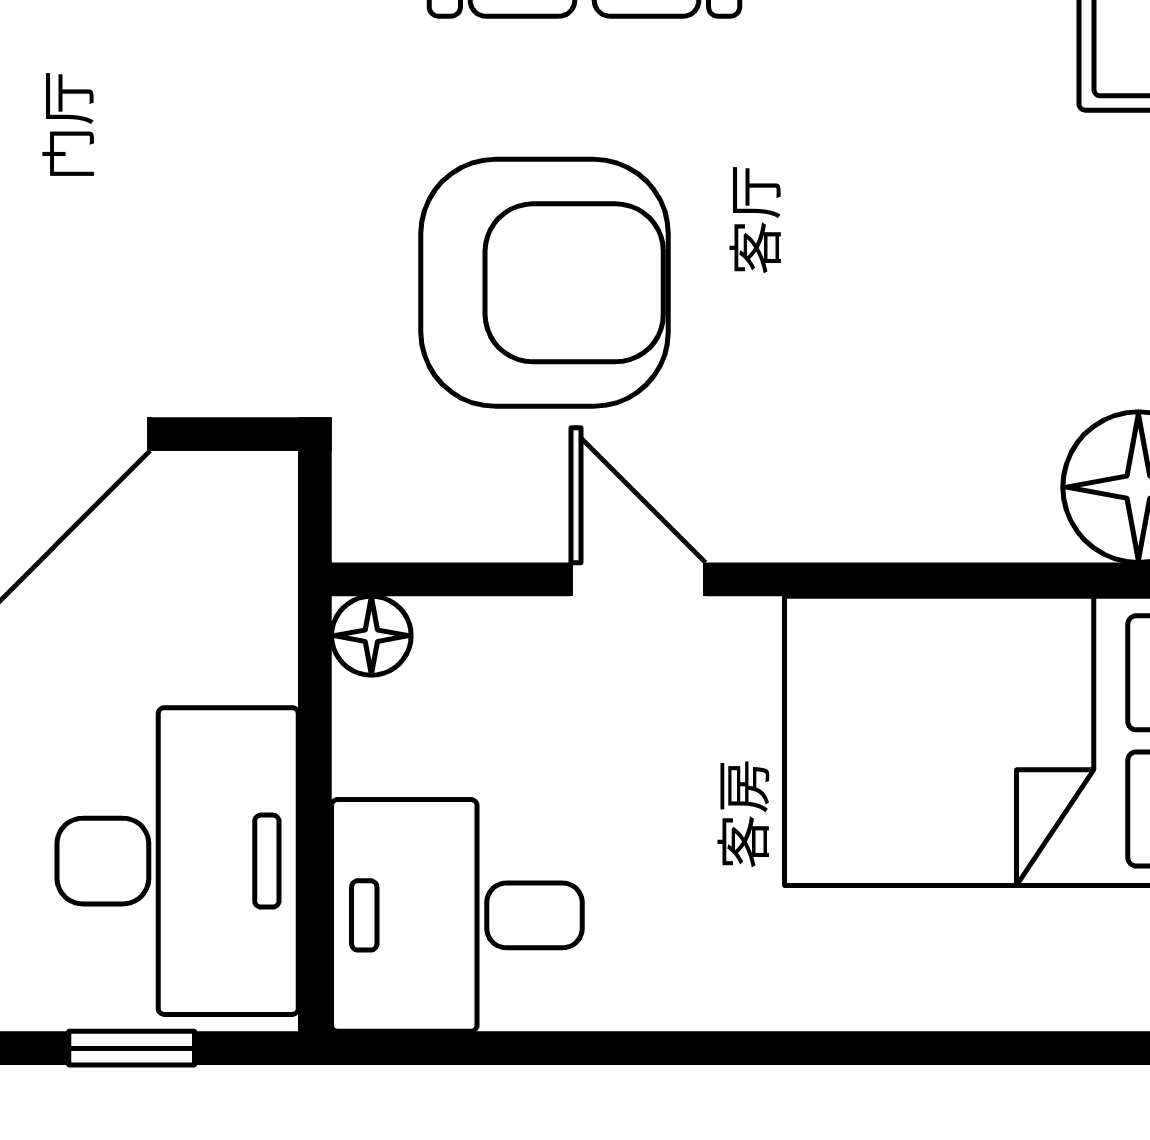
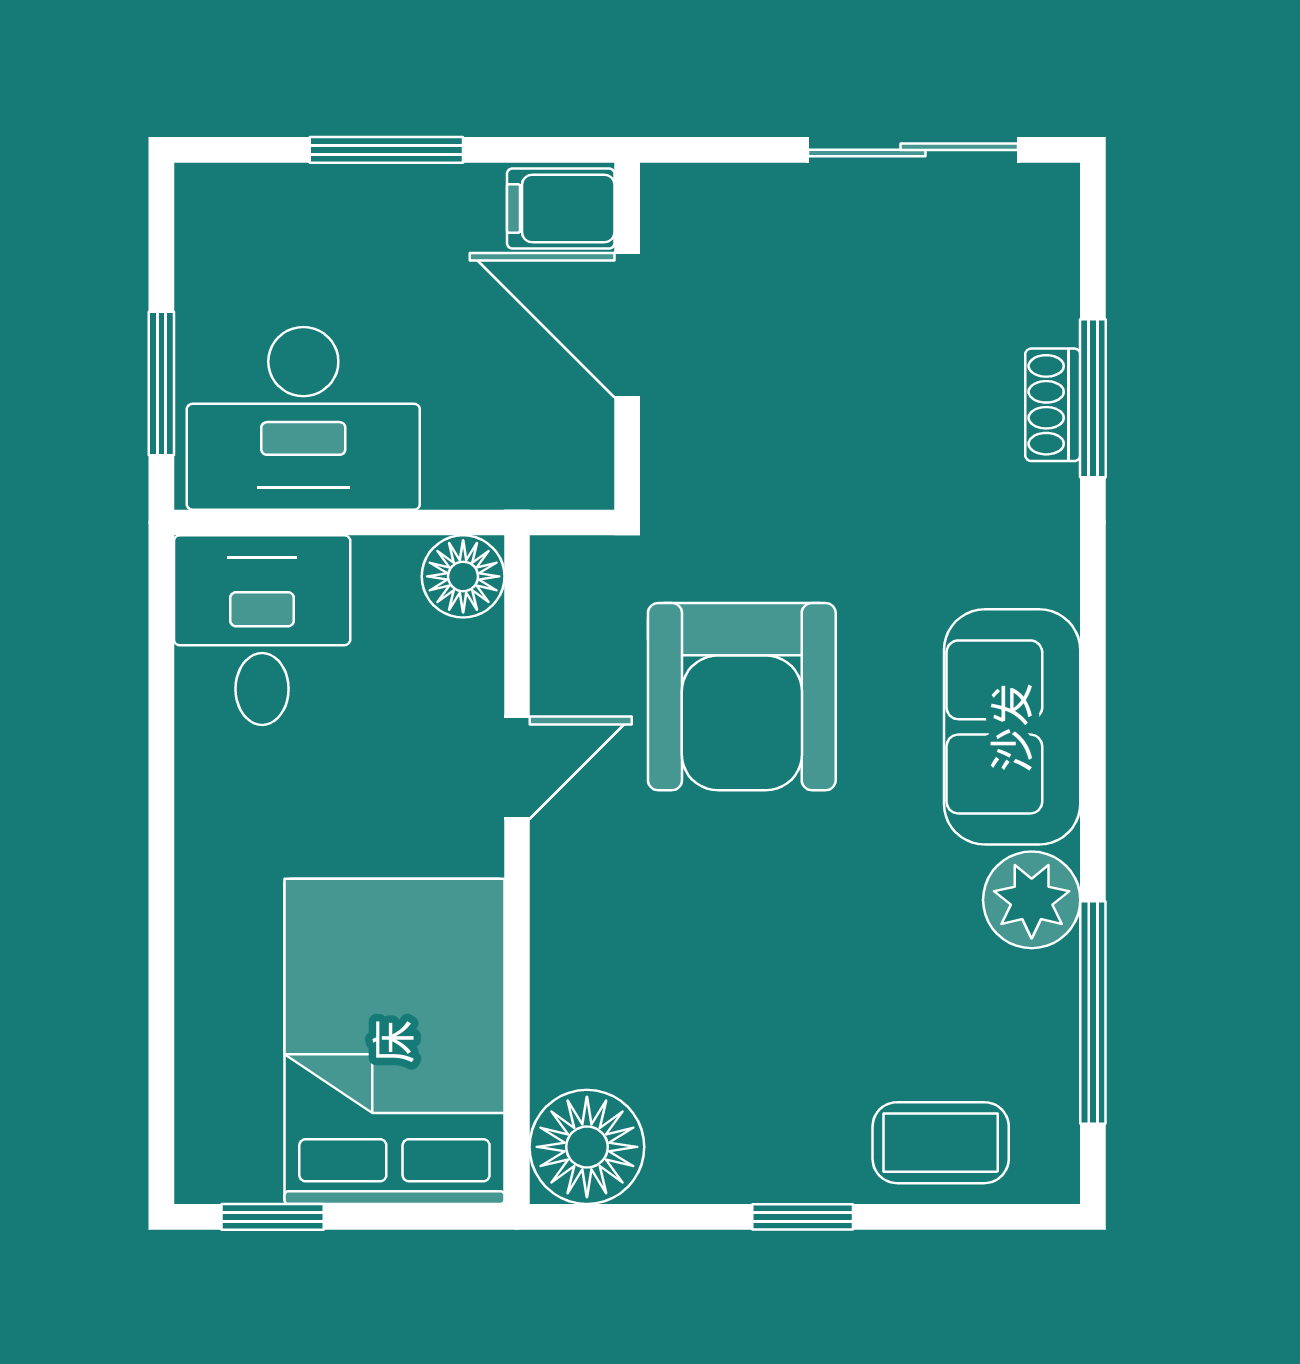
floor lamp: (371, 636) -> (463, 576), width x1.37, depth x1.37
window: (132, 1048) -> (161, 383), width x1.50

